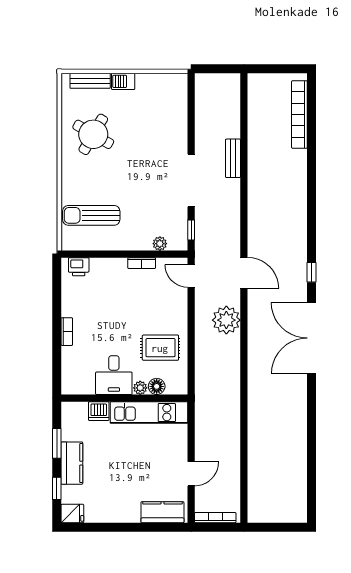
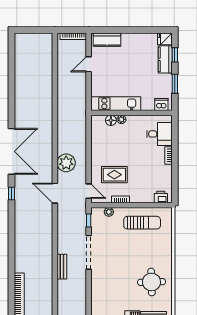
round table: (93, 134) -> (151, 282), turned -32
sun lounger: (91, 215) -> (142, 223), moved
rug: (160, 348) -> (114, 175), moved
desk: (114, 375) -> (160, 134), moved, turned 90
dishwasher: (99, 411) -> (161, 104), moved
kitchen counter: (72, 463) -> (165, 59), moved

